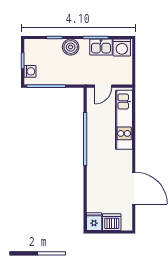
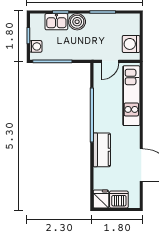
kitchen sink: (101, 47) -> (56, 22), moved
washing machine: (122, 47) -> (131, 44), moved, turned 90
kitchen counter: (95, 173) -> (102, 150), added

